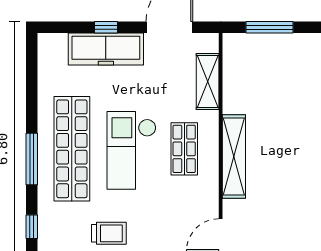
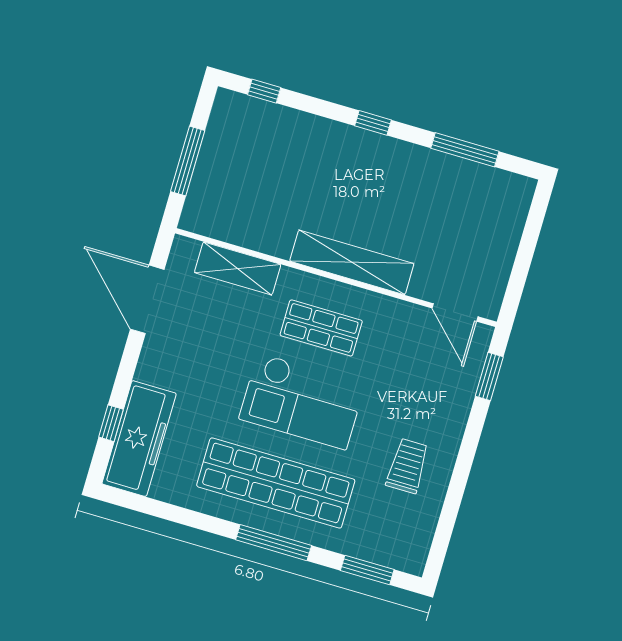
window: (106, 27) -> (111, 423), moved
freezer: (106, 49) -> (139, 439), moved
window: (32, 227) -> (367, 570), width x1.50

